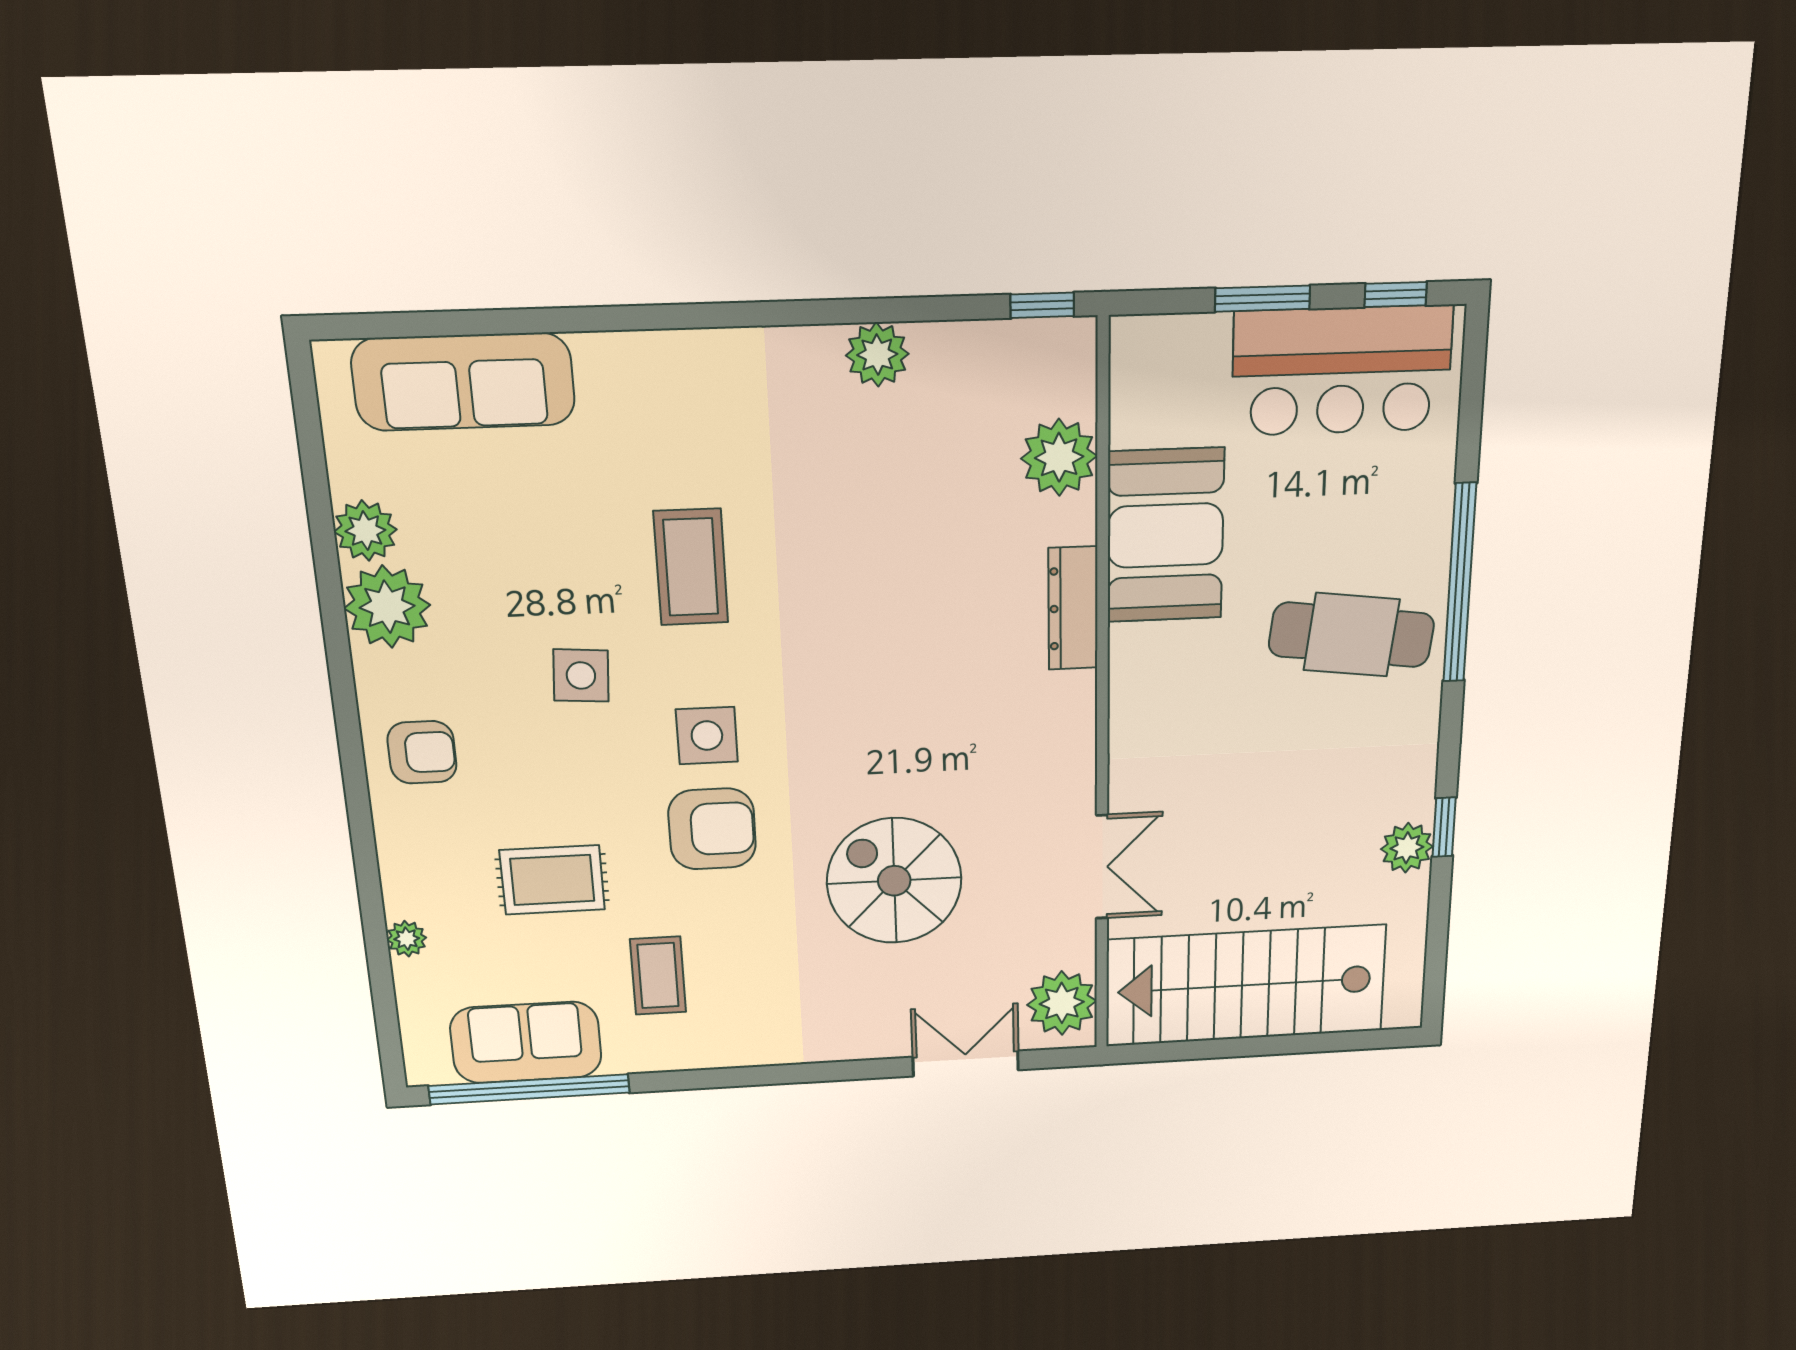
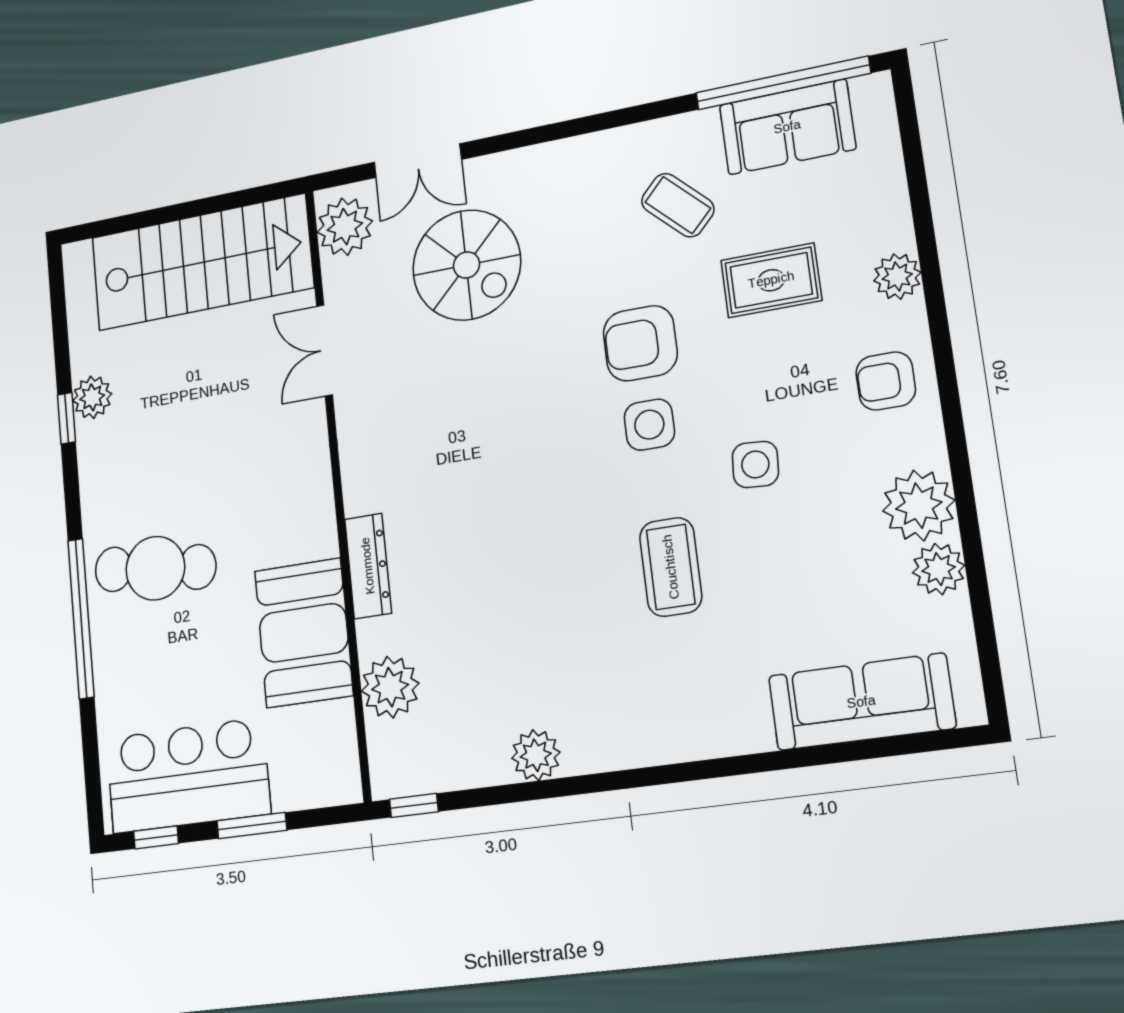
spiral stairs: (894, 881) -> (467, 265), moved
plant: (407, 939) -> (897, 277), moved, width x1.38, depth x1.38
coffee table: (658, 976) -> (678, 205), turned -46

